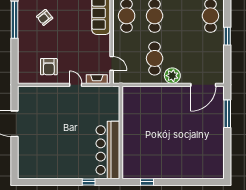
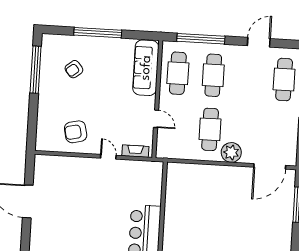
door: (112, 63) -> (156, 119), moved
armchair: (49, 67) -> (76, 132), turned 77

